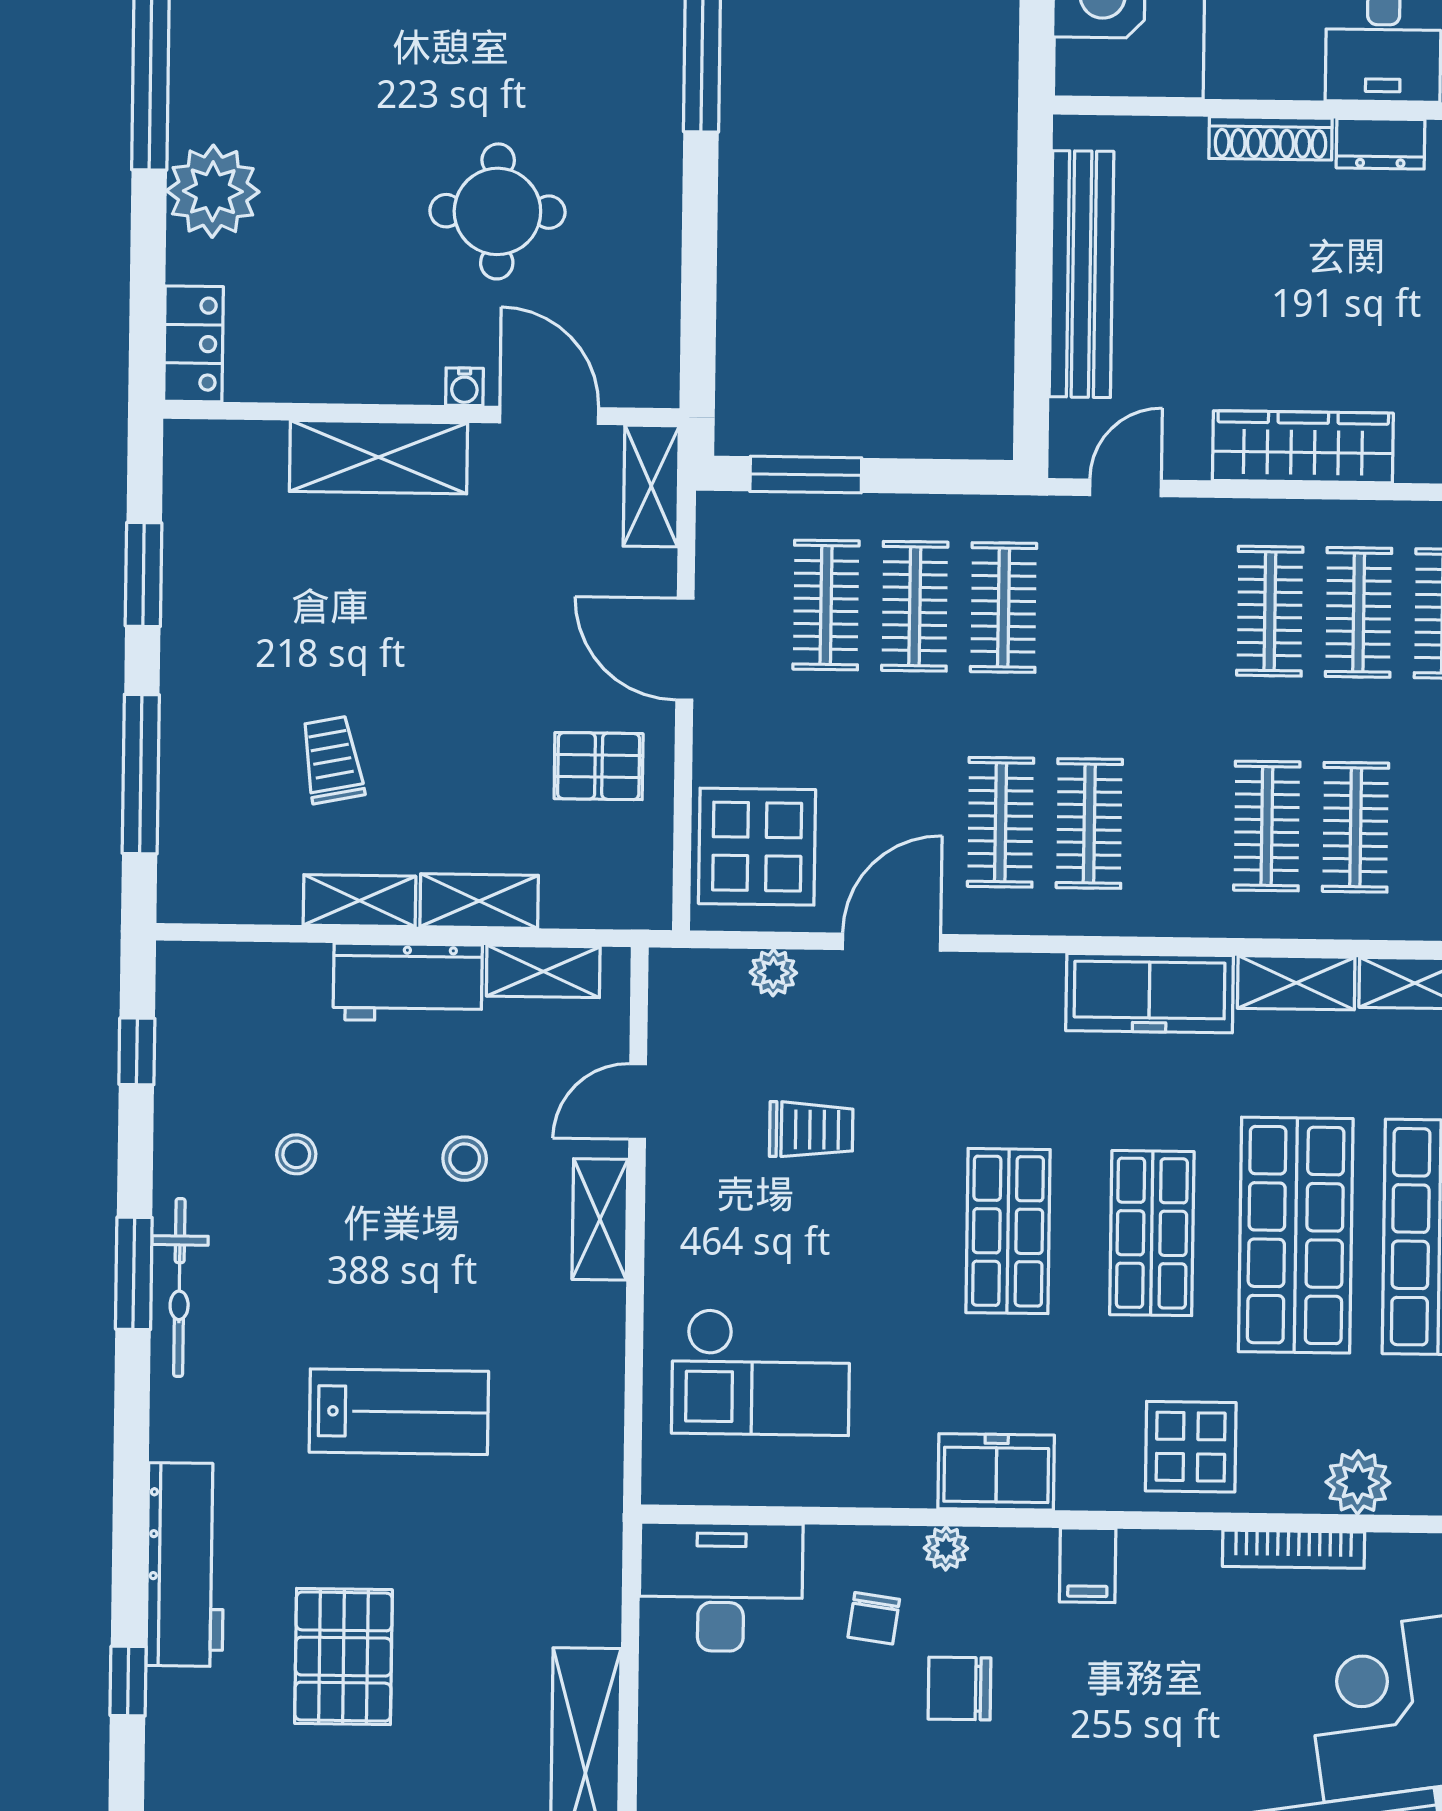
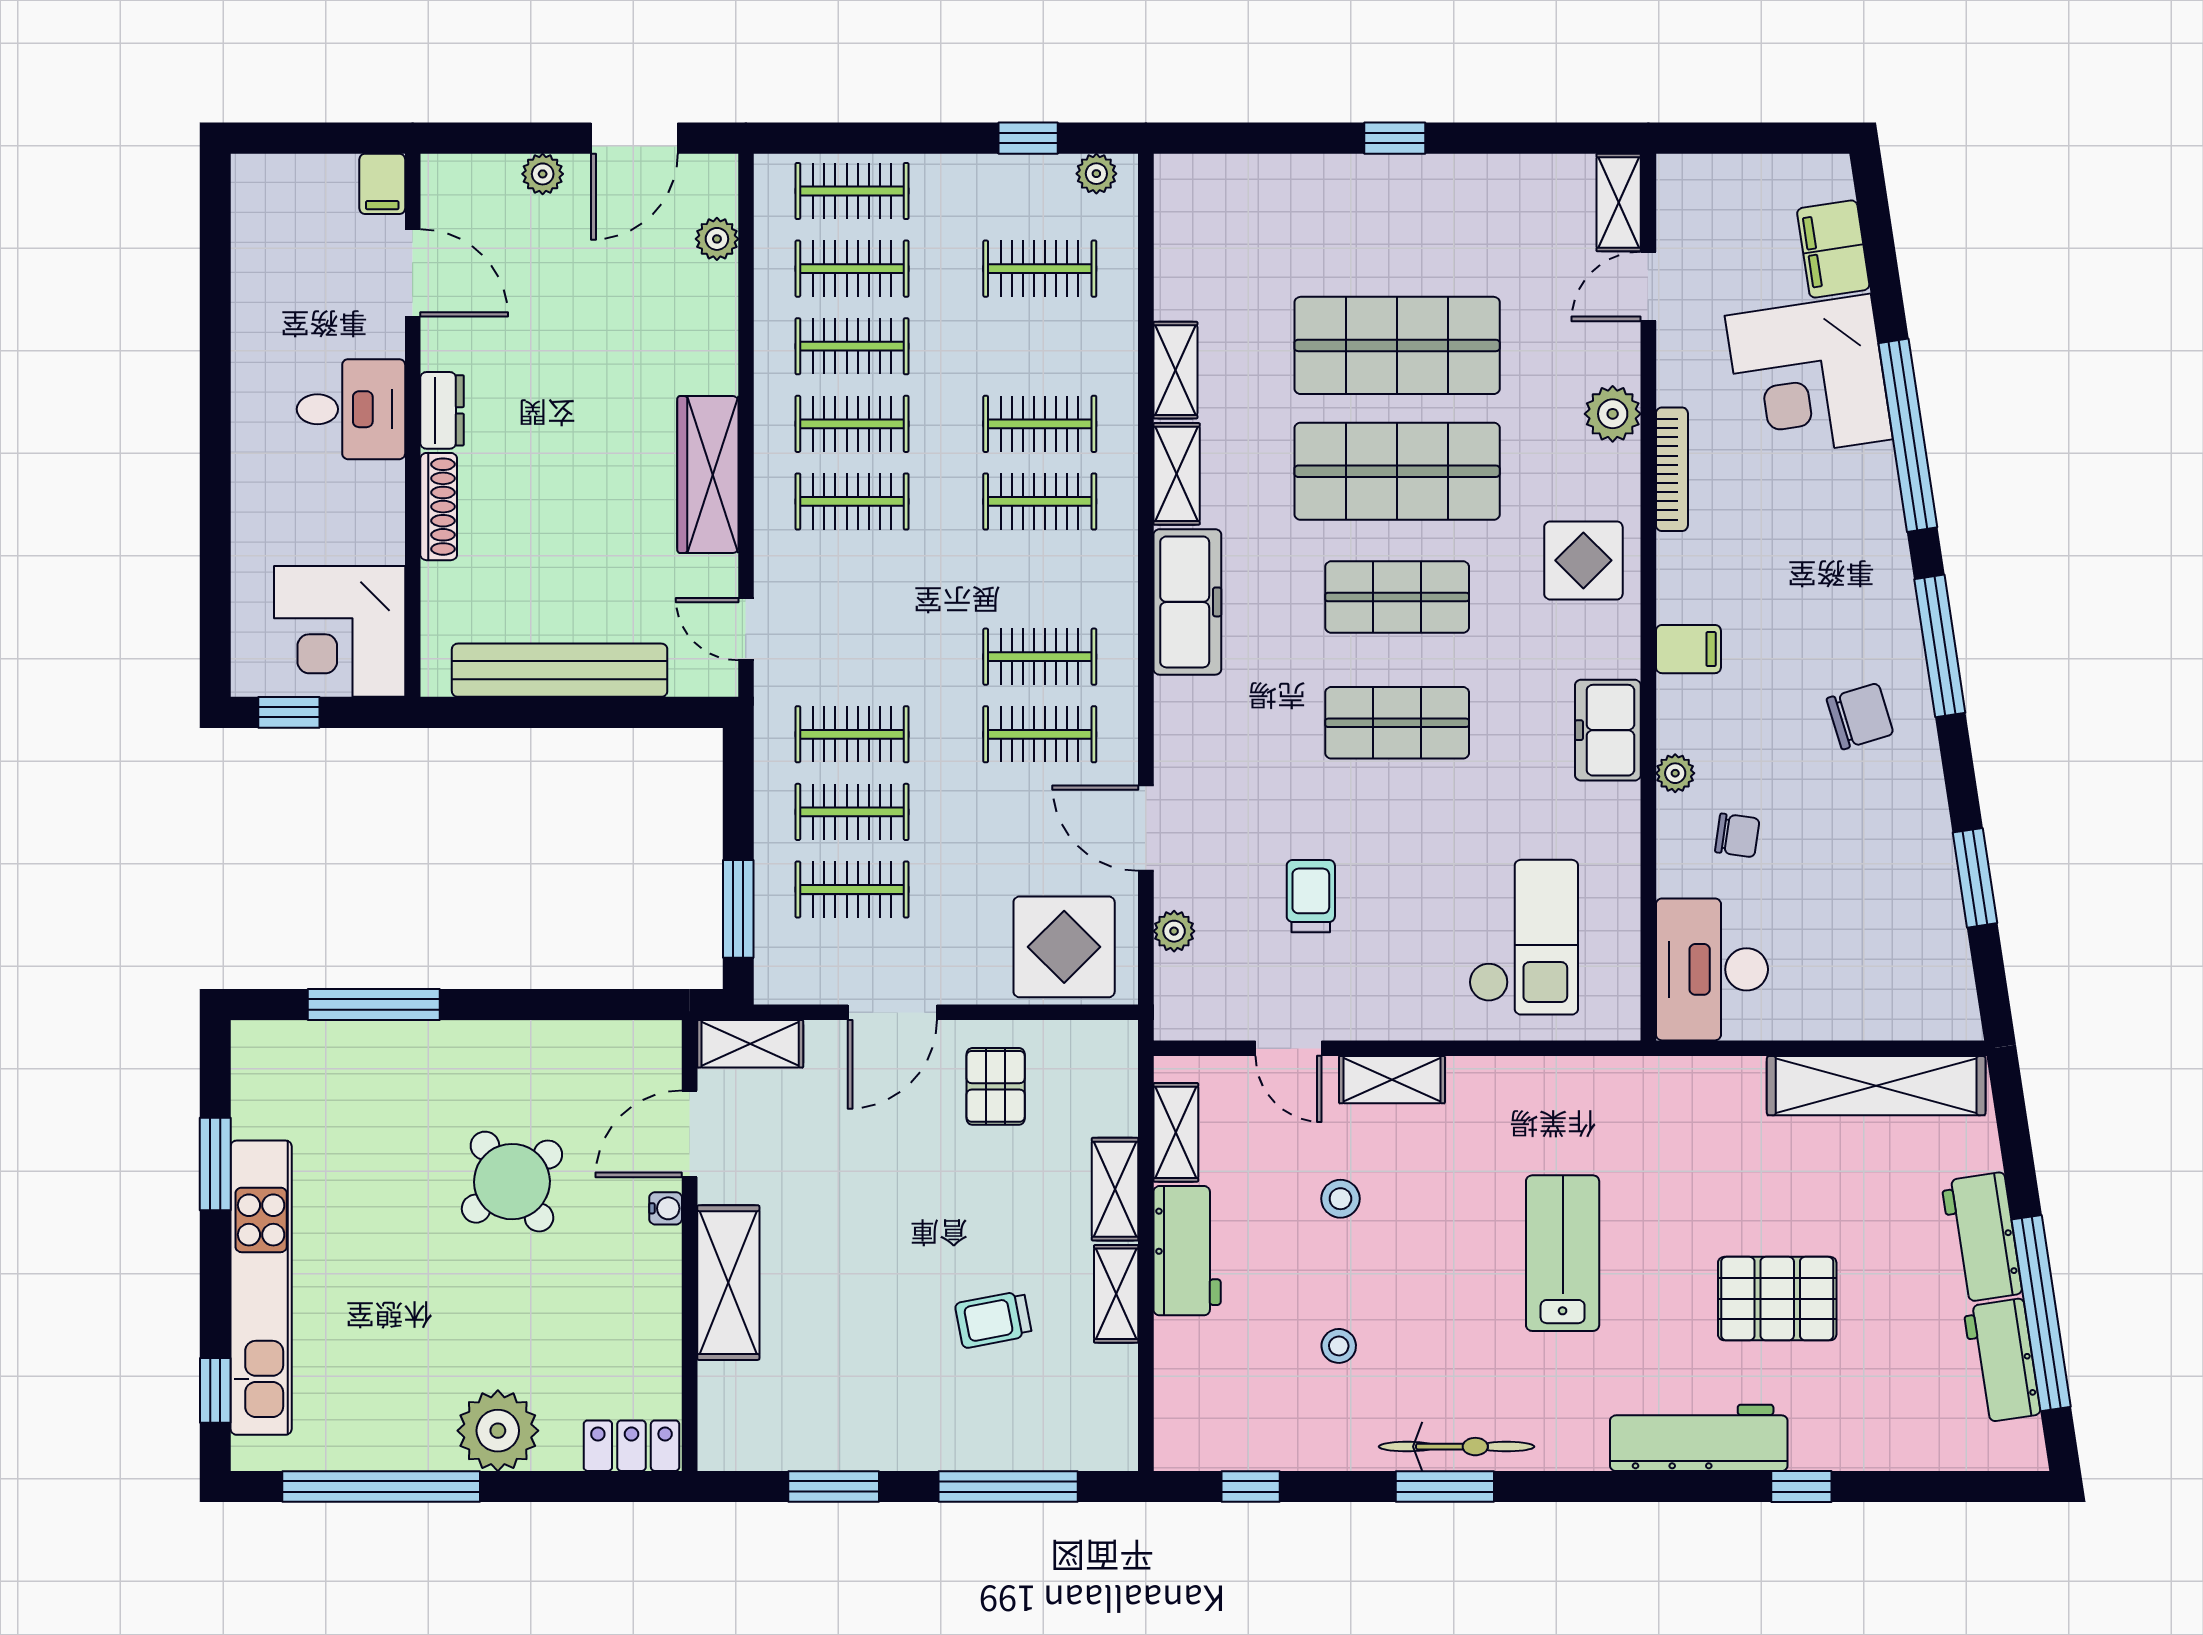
round table: (497, 211) -> (512, 1182), turned -37
chair: (959, 1688) -> (1860, 716), moved, turned -107

